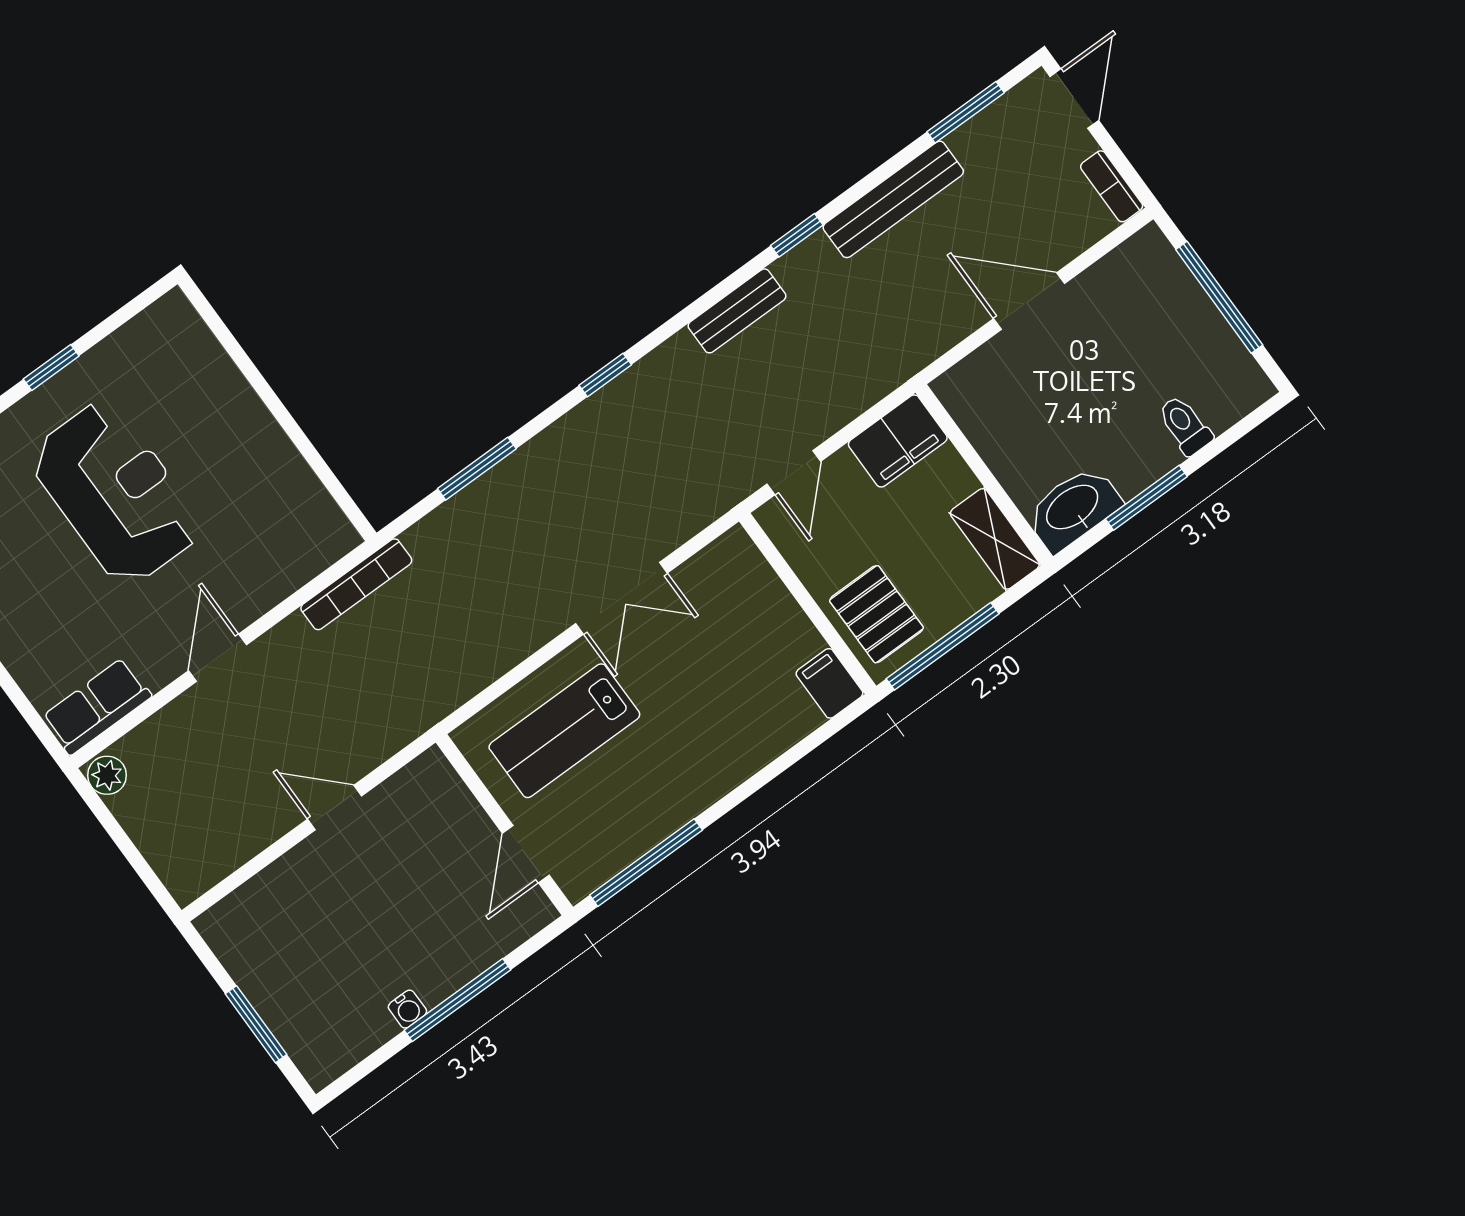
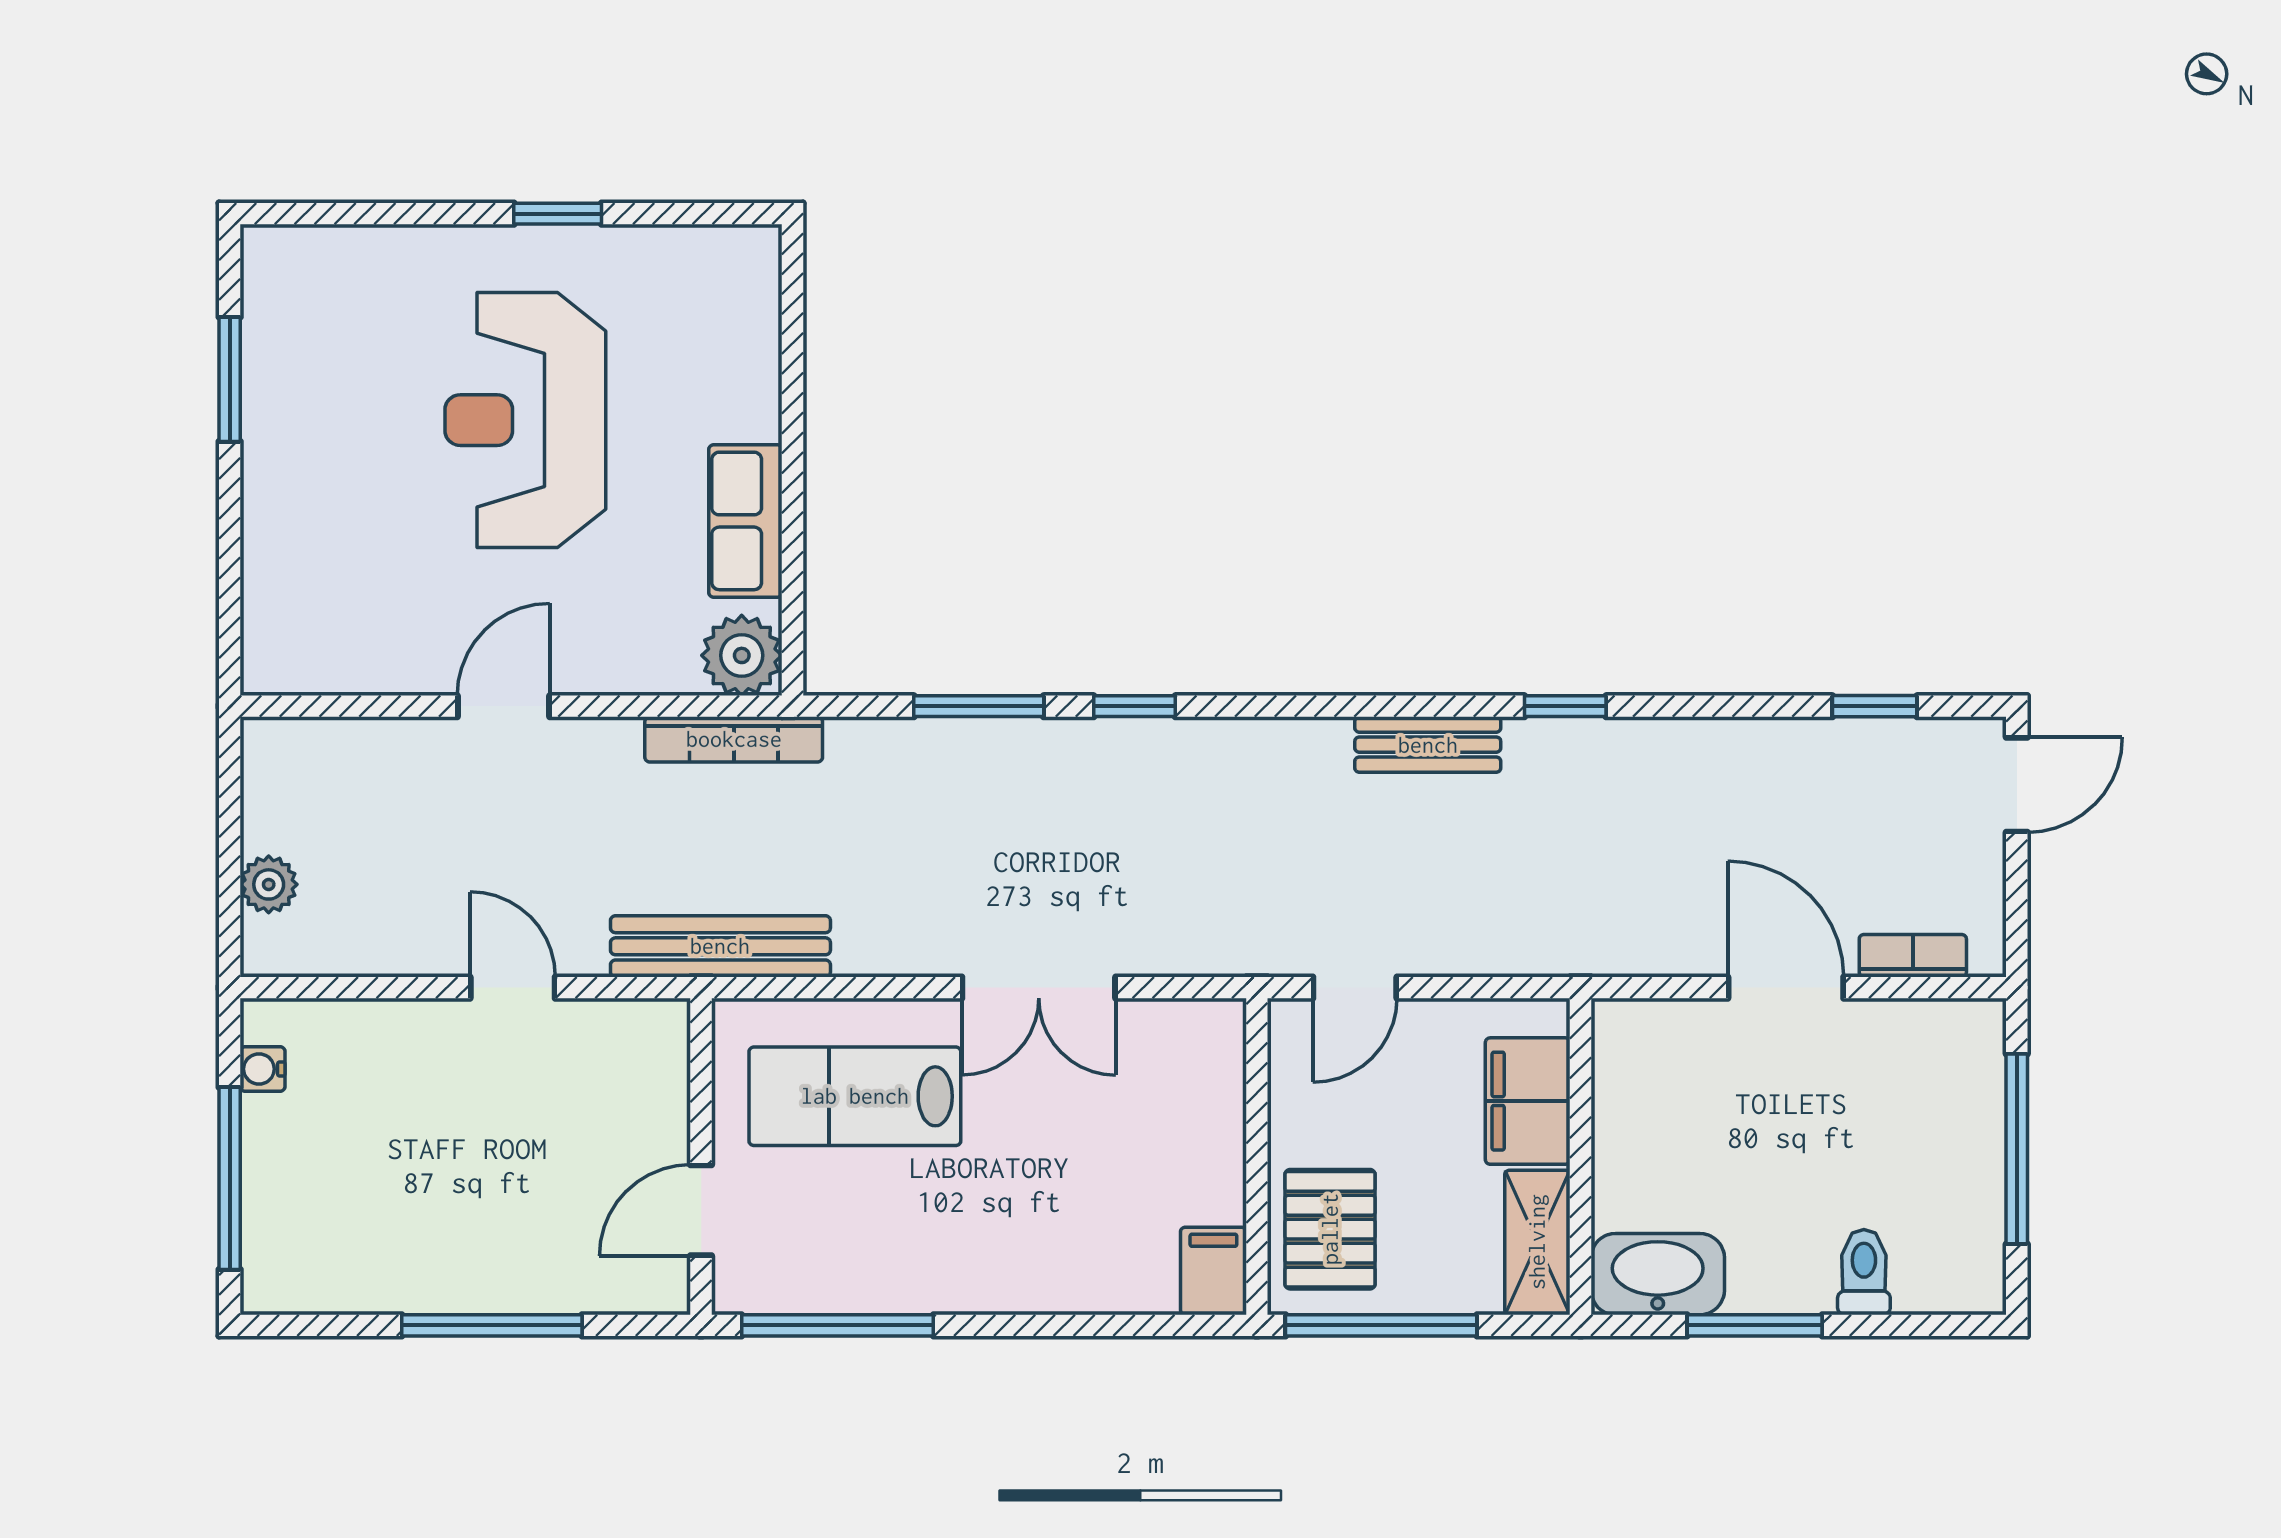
window: (966, 112) -> (1875, 706), width x0.67
bookcase: (1112, 186) -> (1913, 956), moved, turned 90
bench: (893, 199) -> (720, 946), moved
window: (605, 375) -> (1134, 706), moved
filing cabinet: (898, 441) -> (1528, 1101), moved, turned 90
reception desk: (116, 493) -> (525, 420), turned 180
plant: (327, 535) -> (742, 655), added
row of seats: (97, 706) -> (745, 521), moved, turned -90
plant: (107, 775) -> (269, 884), moved
water cooler: (407, 1009) -> (263, 1069), moved, turned 90
window: (256, 1024) -> (230, 1178), width x1.44

